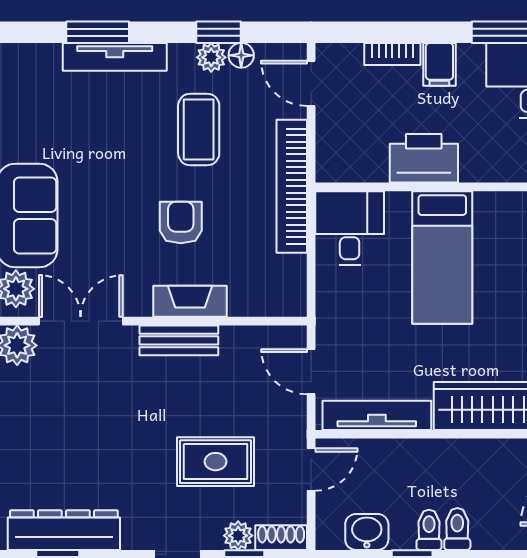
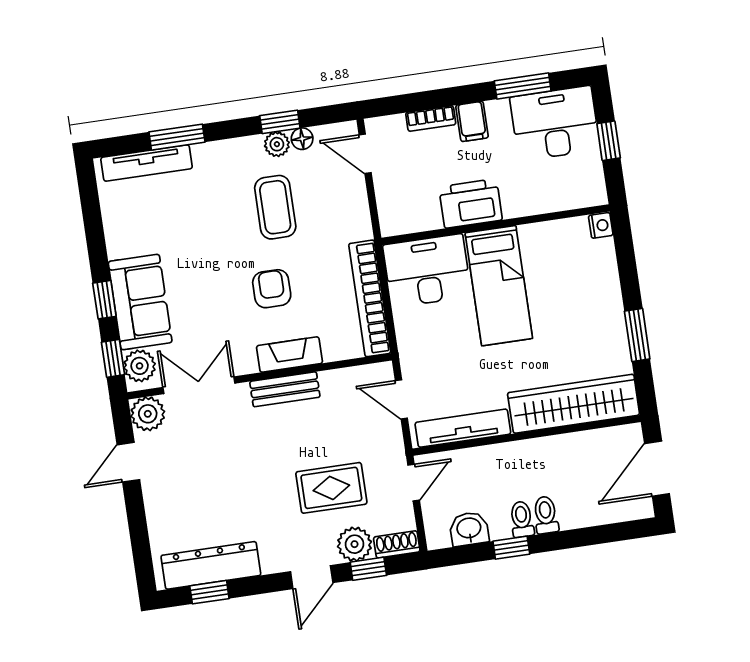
tv unit: (115, 57) -> (147, 163), moved
bookcase: (292, 186) -> (370, 298), moved
desk: (350, 228) -> (427, 271), width x1.37
plant: (238, 536) -> (355, 544), width x1.38, depth x1.38

